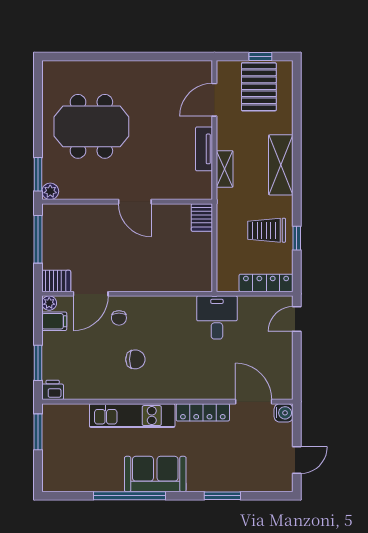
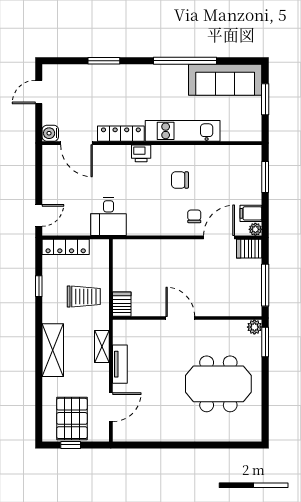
trolley: (267, 230) -> (84, 297), moved
printer: (53, 390) -> (141, 153), moved
window: (38, 432) -> (265, 99), moved
sofa: (155, 474) -> (225, 80), moved, width x1.36

